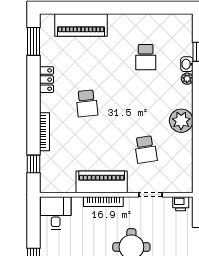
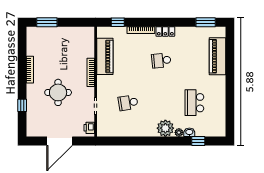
school desk: (146, 57) -> (194, 103), width x1.85
locker: (46, 80) -> (165, 31), moved
plant: (181, 121) -> (165, 128), moved
piano: (102, 182) -> (105, 56), moved
desk: (56, 213) -> (83, 38), removed

